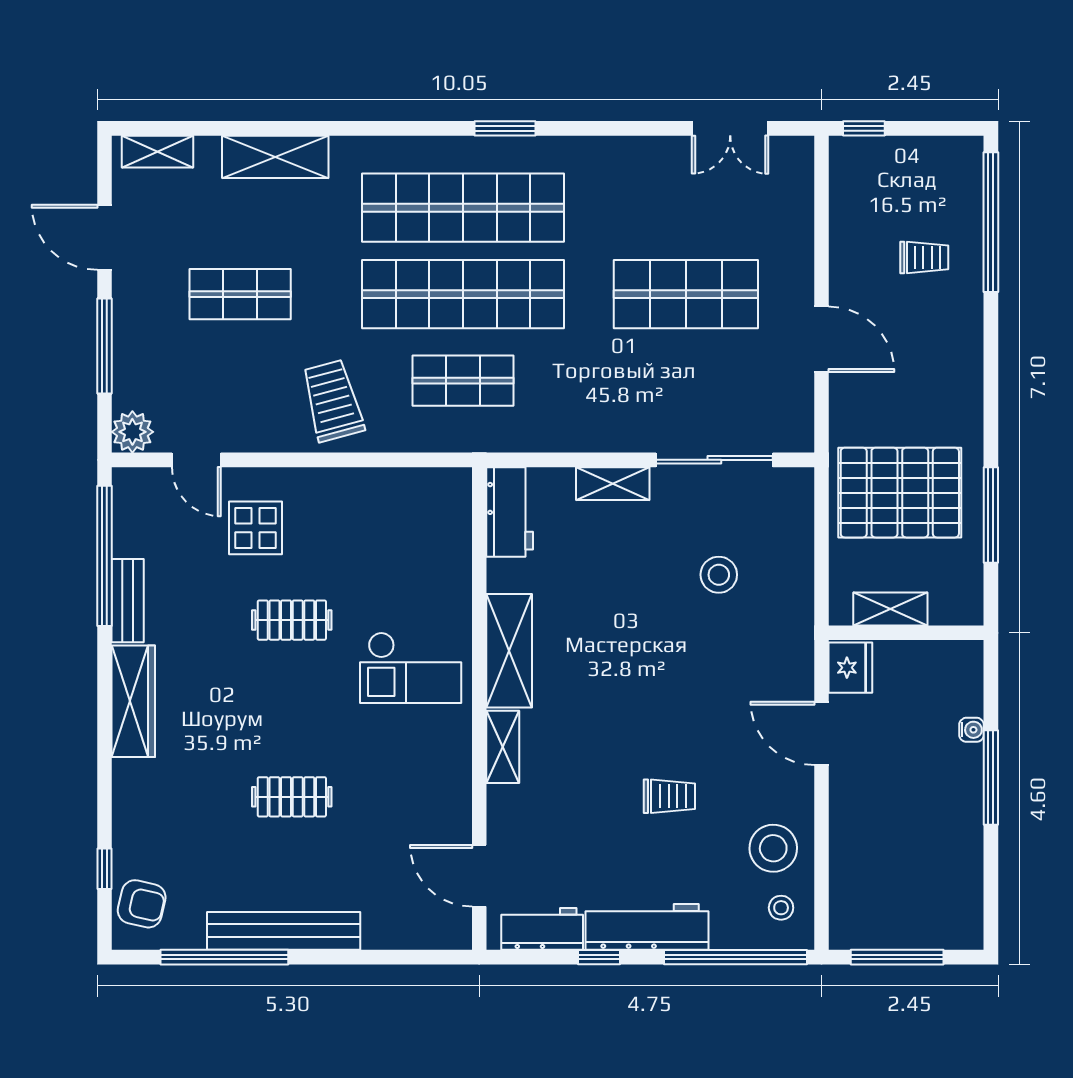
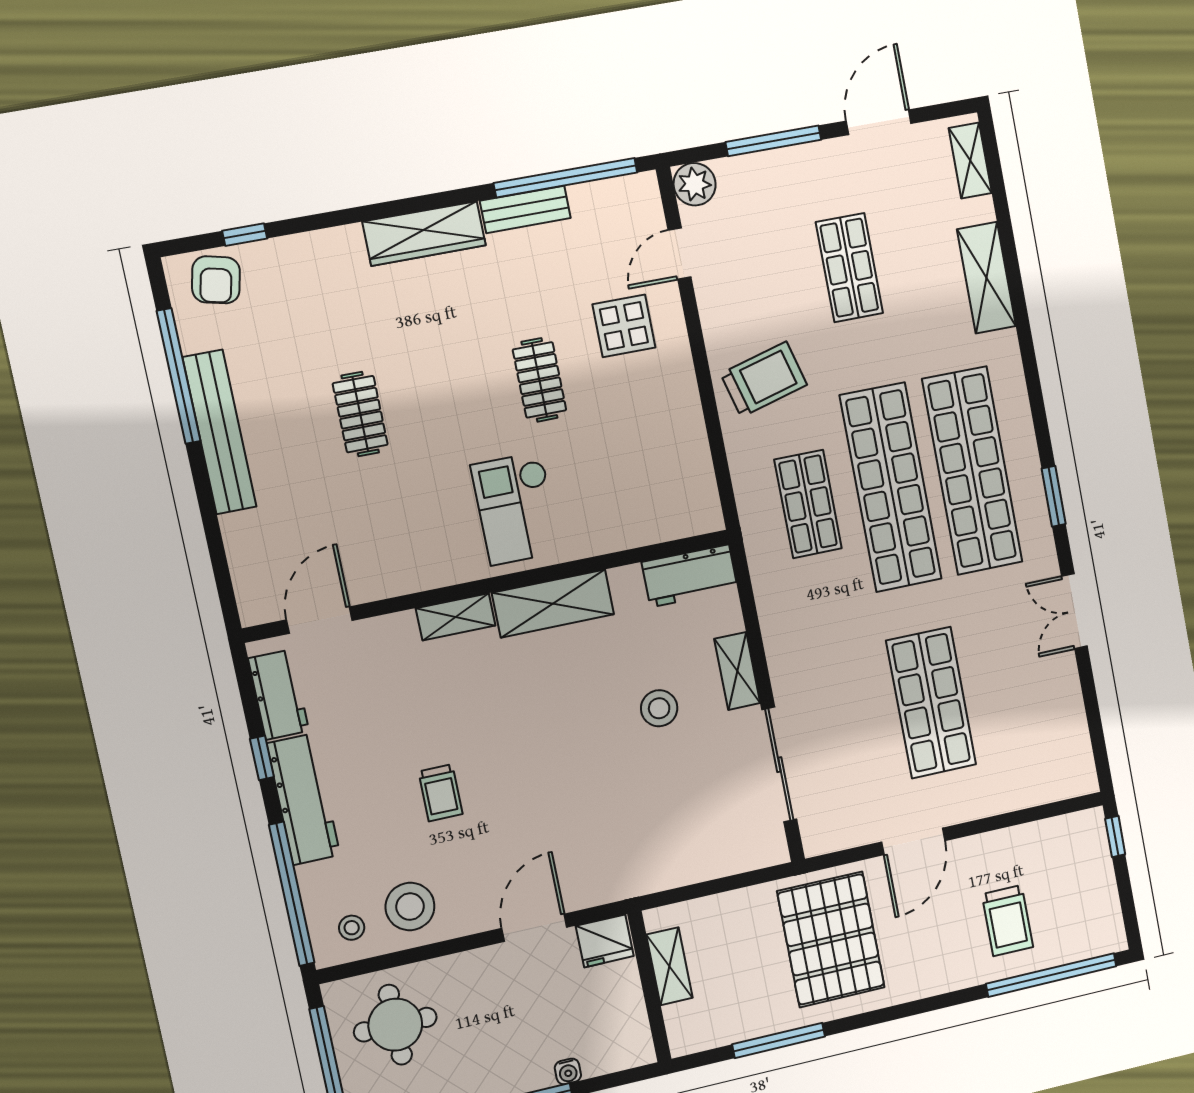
double door: (730, 128) -> (1074, 611), moved
trolley: (924, 257) -> (1007, 921), width x1.36, depth x1.39
pallet: (900, 493) -> (831, 939), moved
stool: (719, 575) -> (659, 708), moved
round table: (885, 886) -> (395, 1025), added

